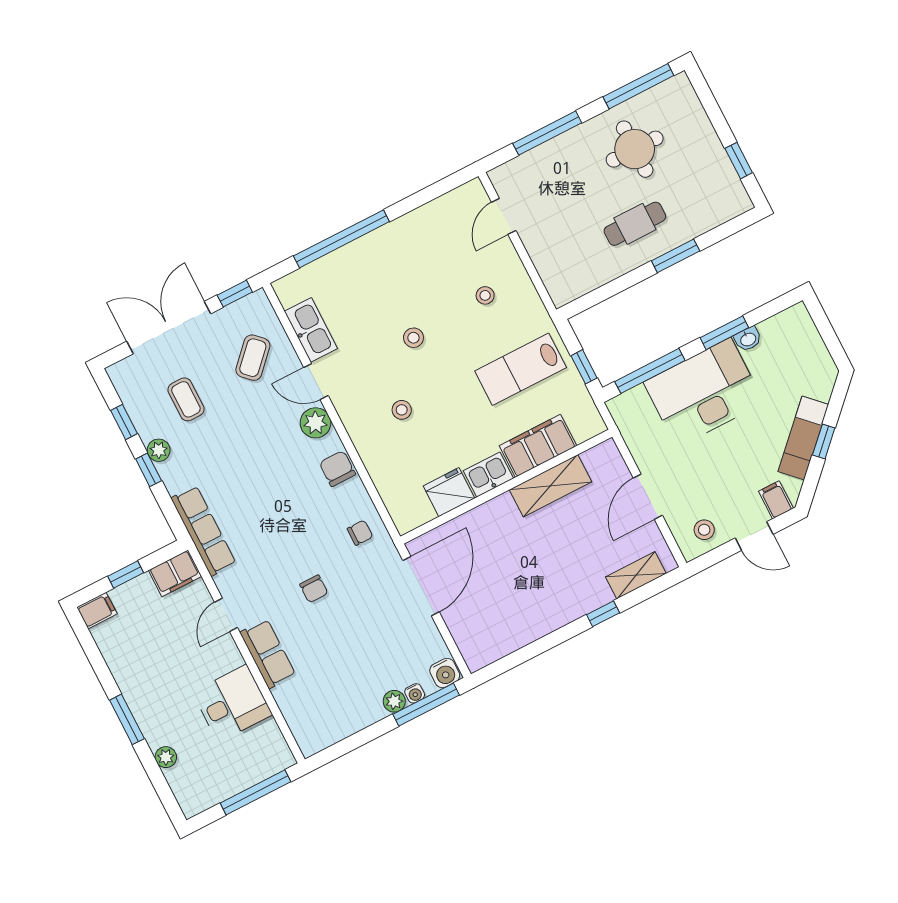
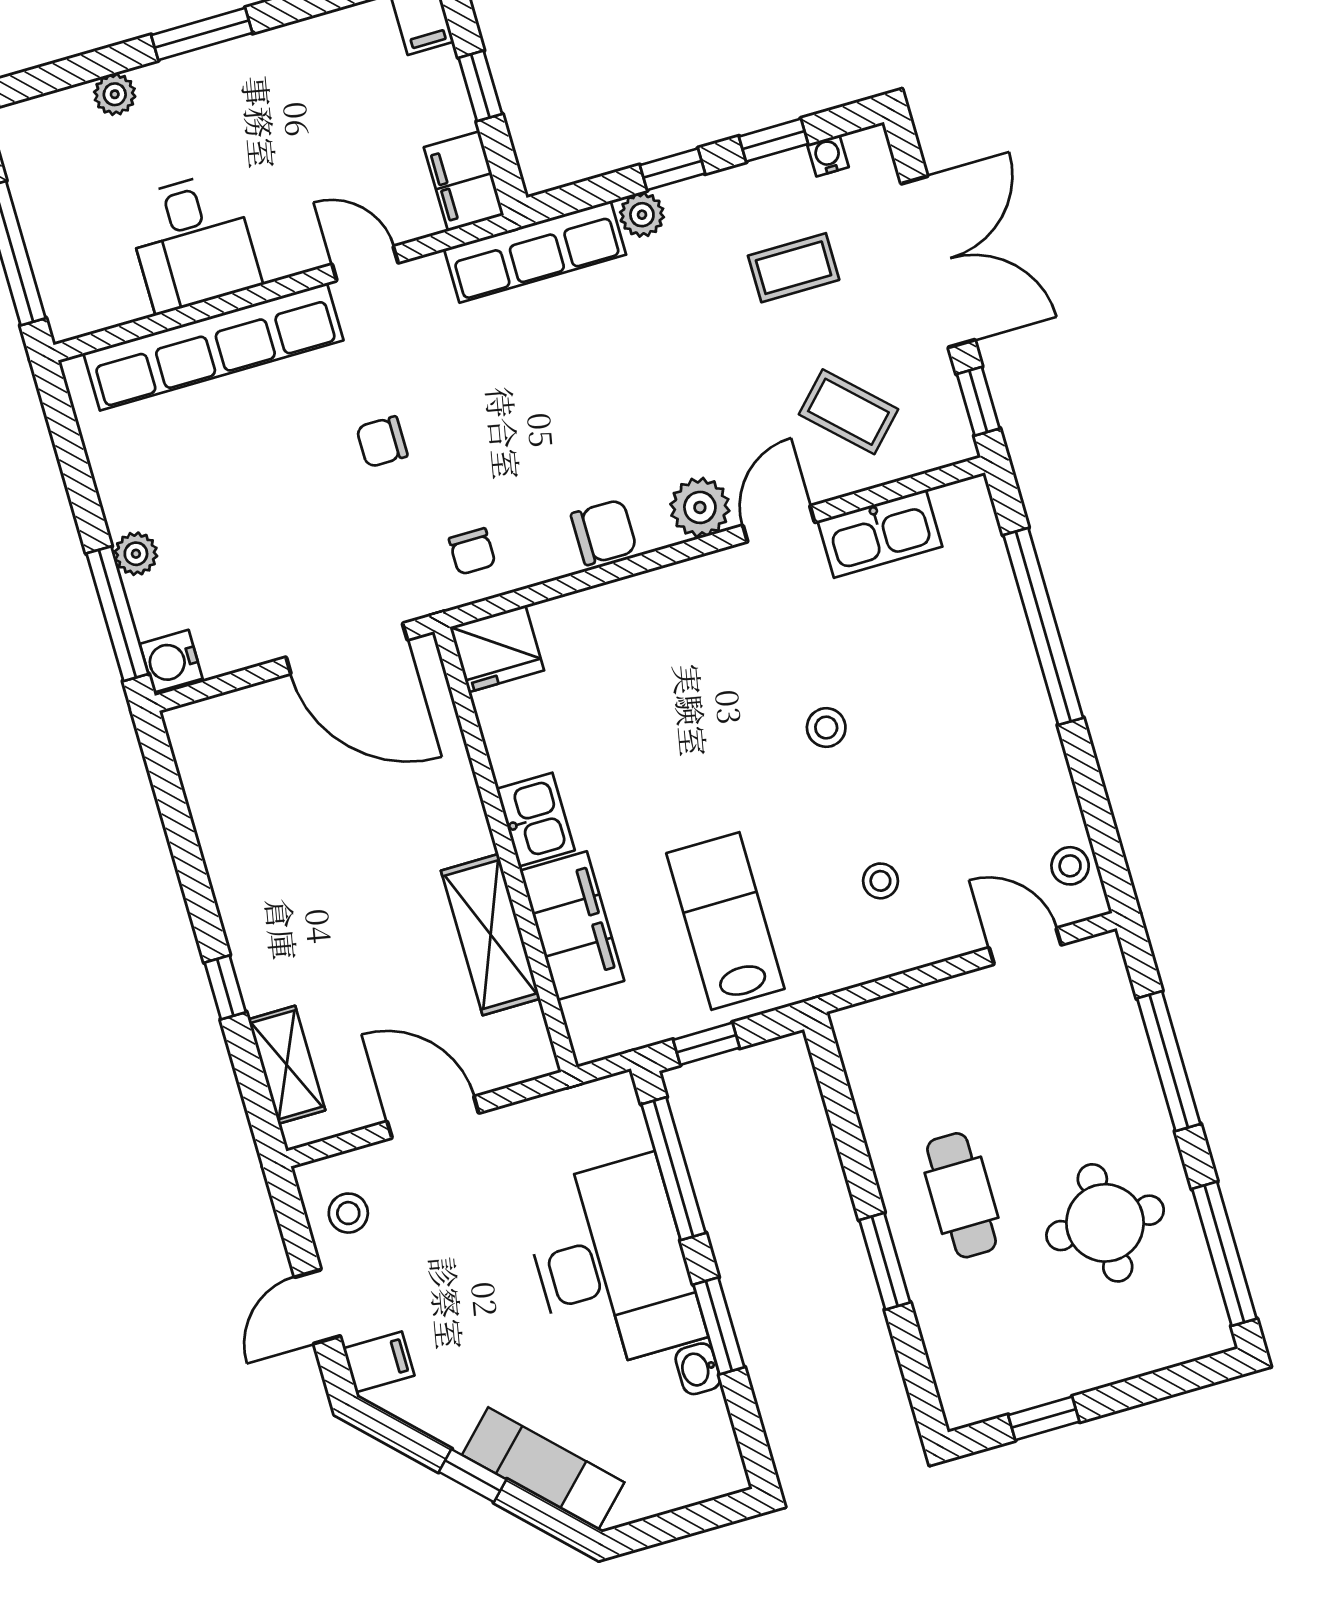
stool: (402, 410) -> (1070, 866), moved
exam couch: (803, 438) -> (543, 1469), moved
plant: (159, 450) -> (642, 215), moved
fridge: (449, 492) -> (497, 649), moved, turned 90
row of seats: (268, 654) -> (213, 347), width x2.02
water cooler: (415, 693) -> (828, 156), moved, turned 90

